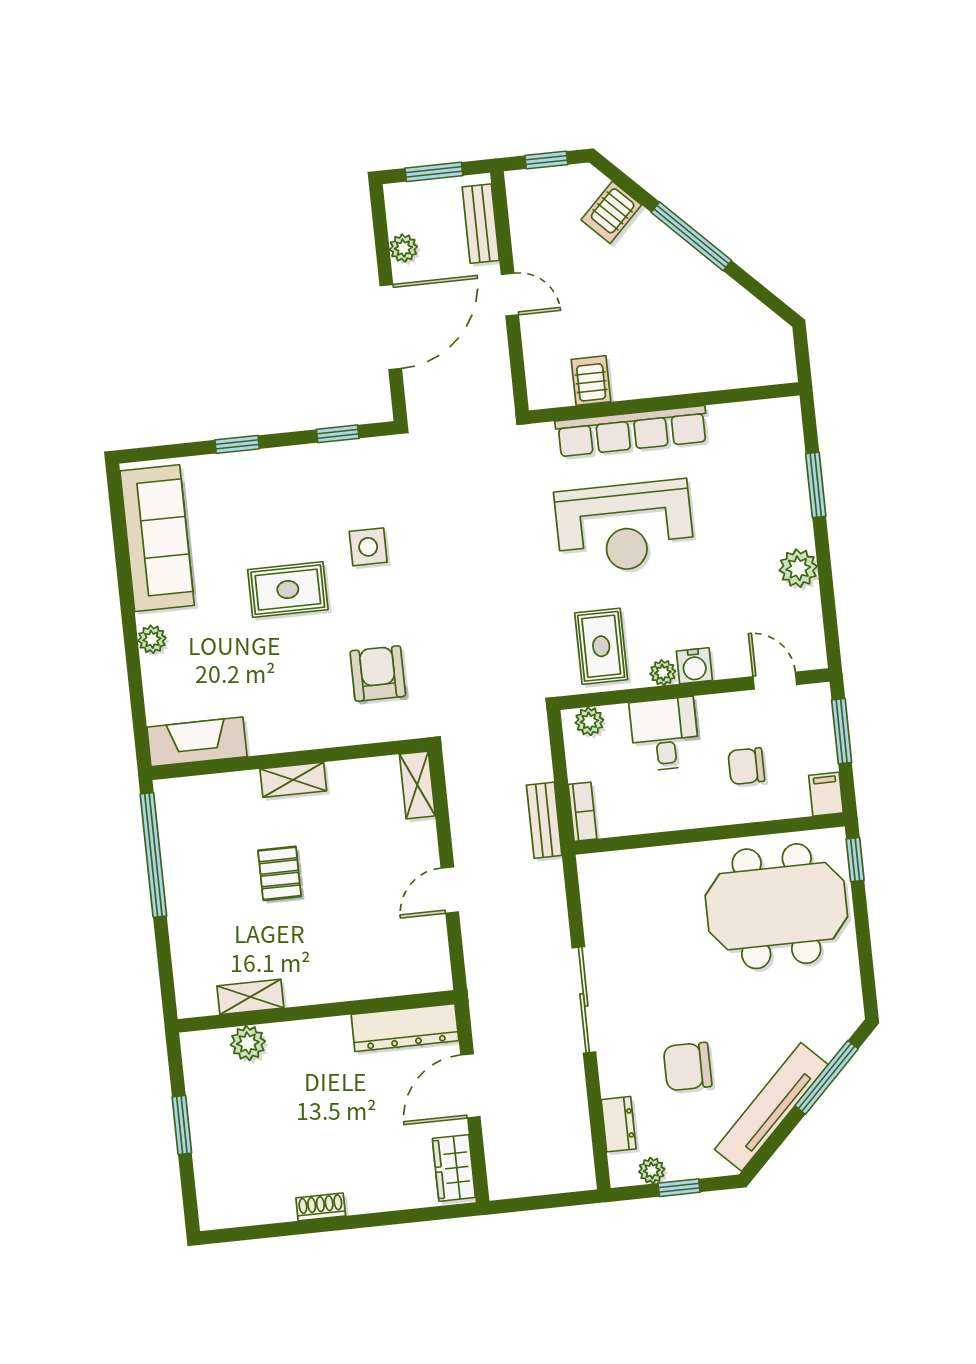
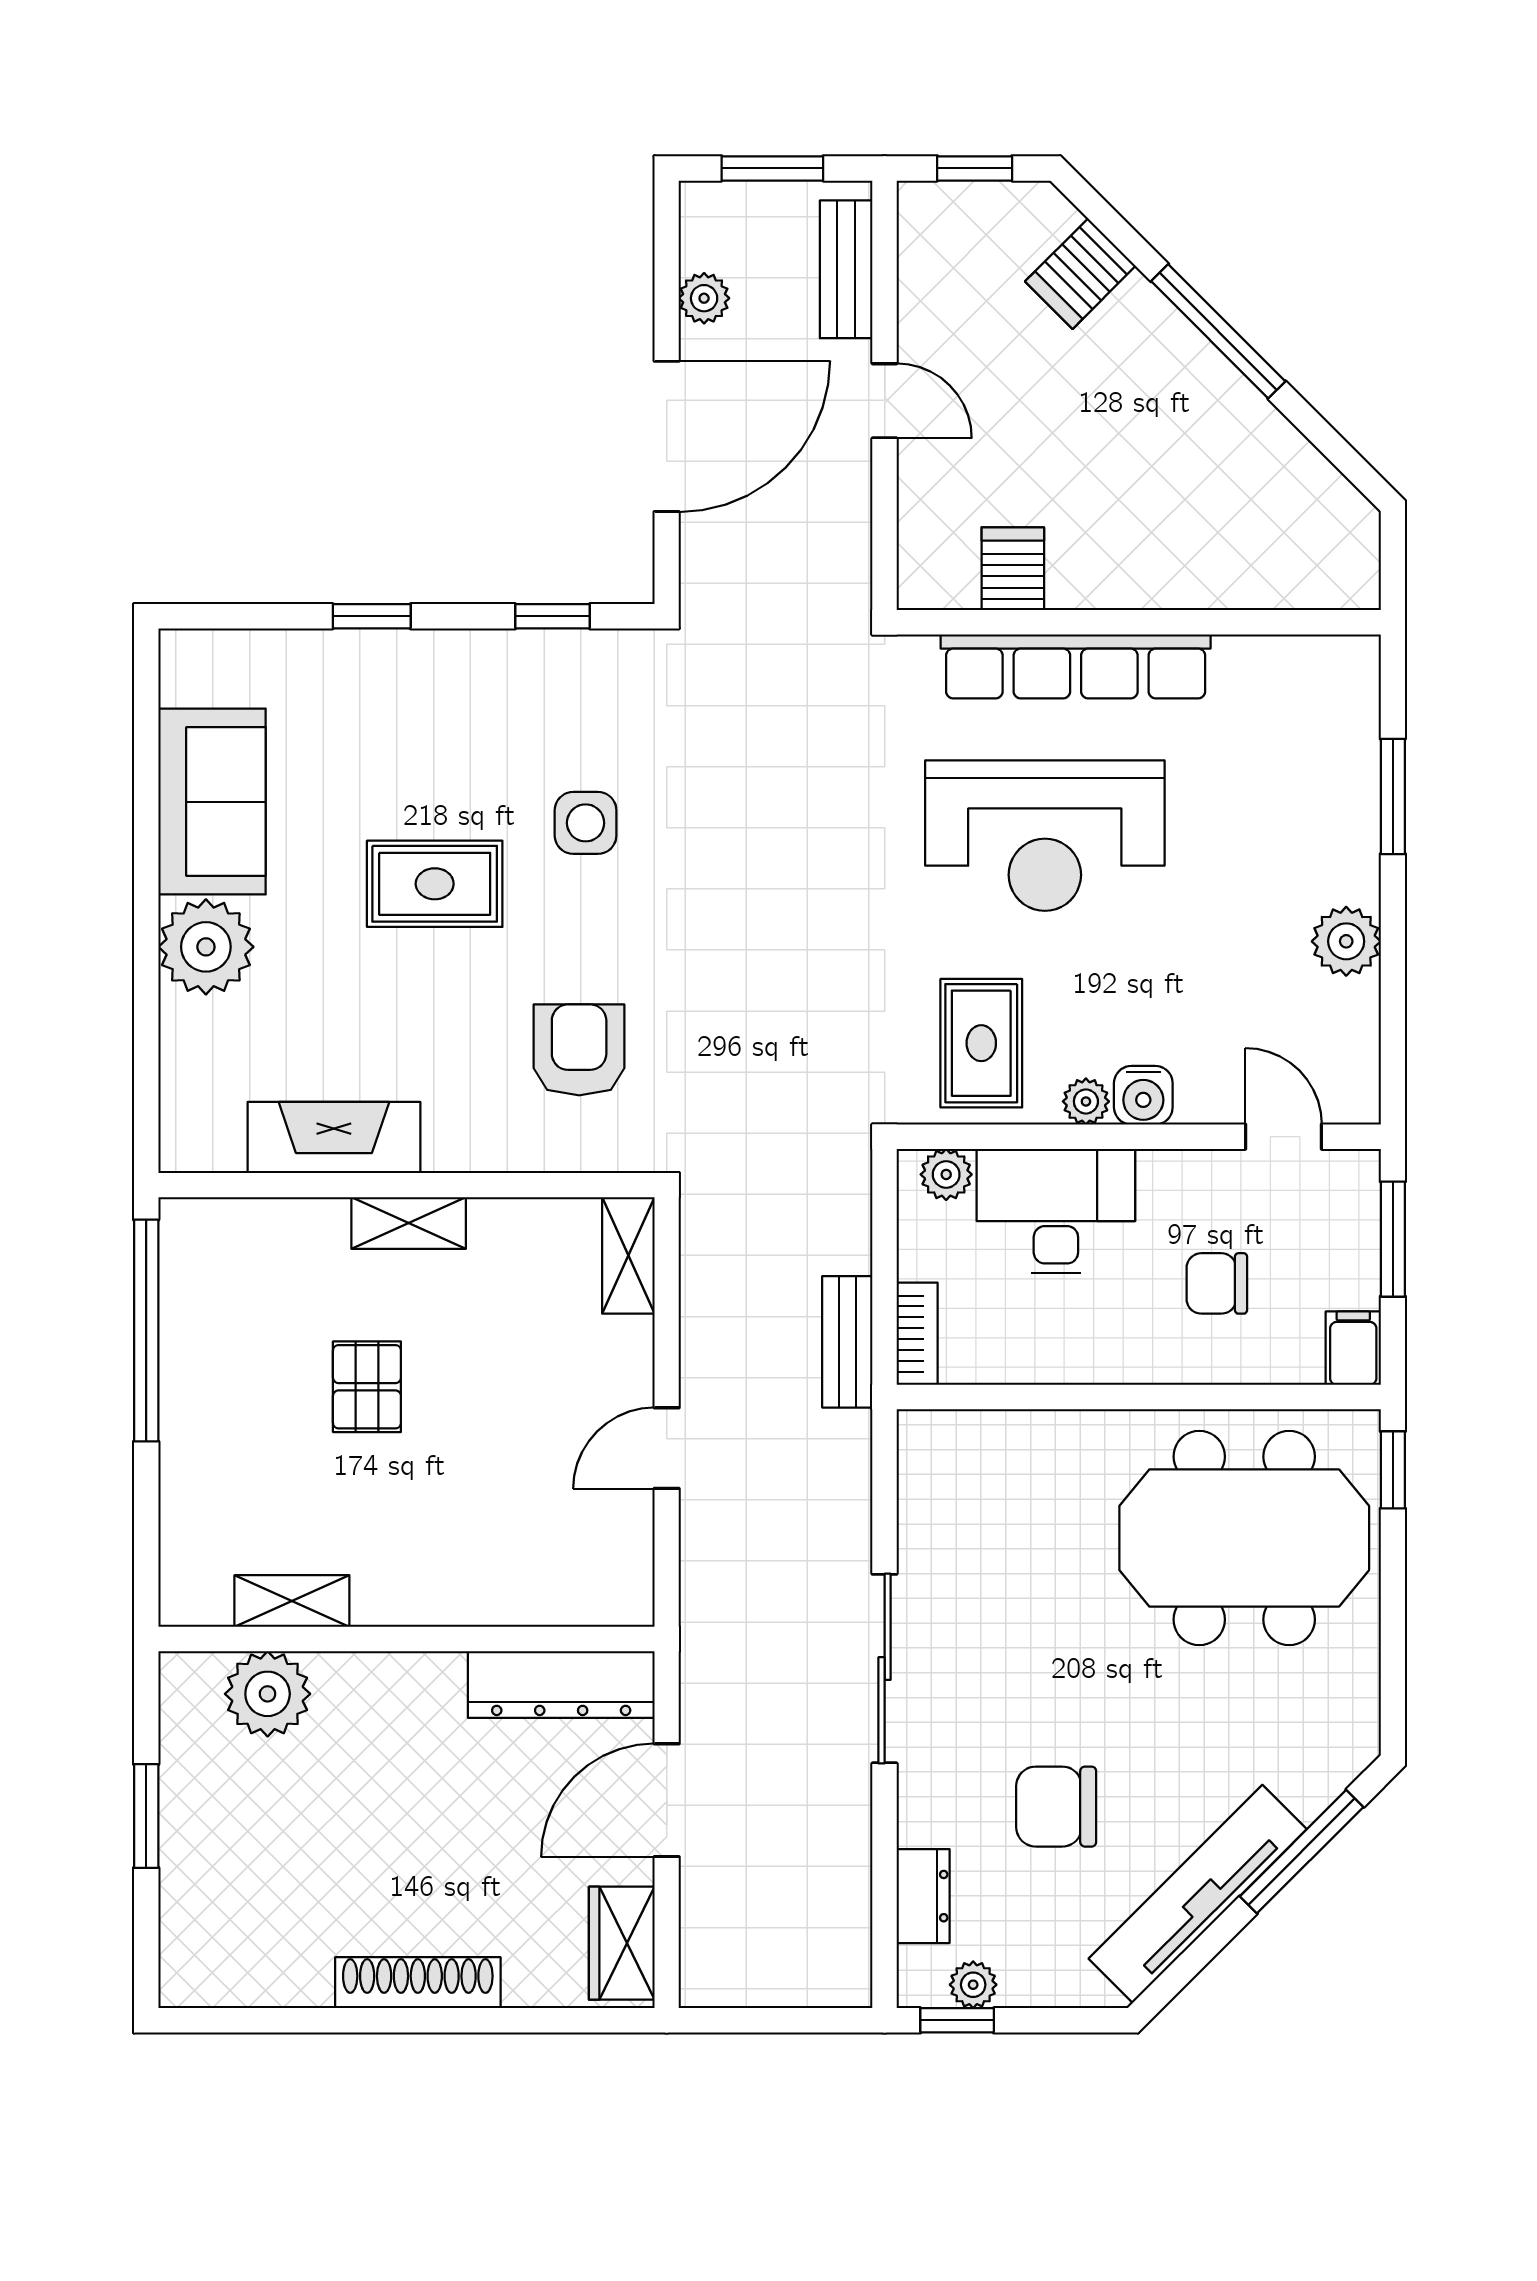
sofa: (157, 538) -> (212, 802), width x0.73
plant: (152, 639) -> (206, 947), width x1.88, depth x1.88
desk: (665, 734) -> (1056, 1211), width x1.37
fireplace: (197, 742) -> (334, 1137), moved
plant: (248, 1043) -> (268, 1694), width x1.36, depth x1.36
window: (679, 1188) -> (957, 2020), moved
shoe rack: (321, 1207) -> (418, 1983), width x1.94, depth x1.24

